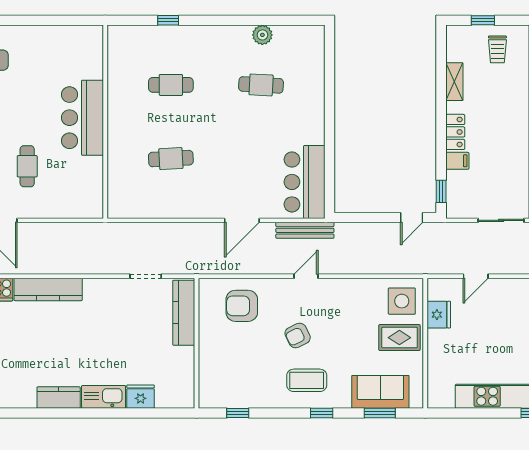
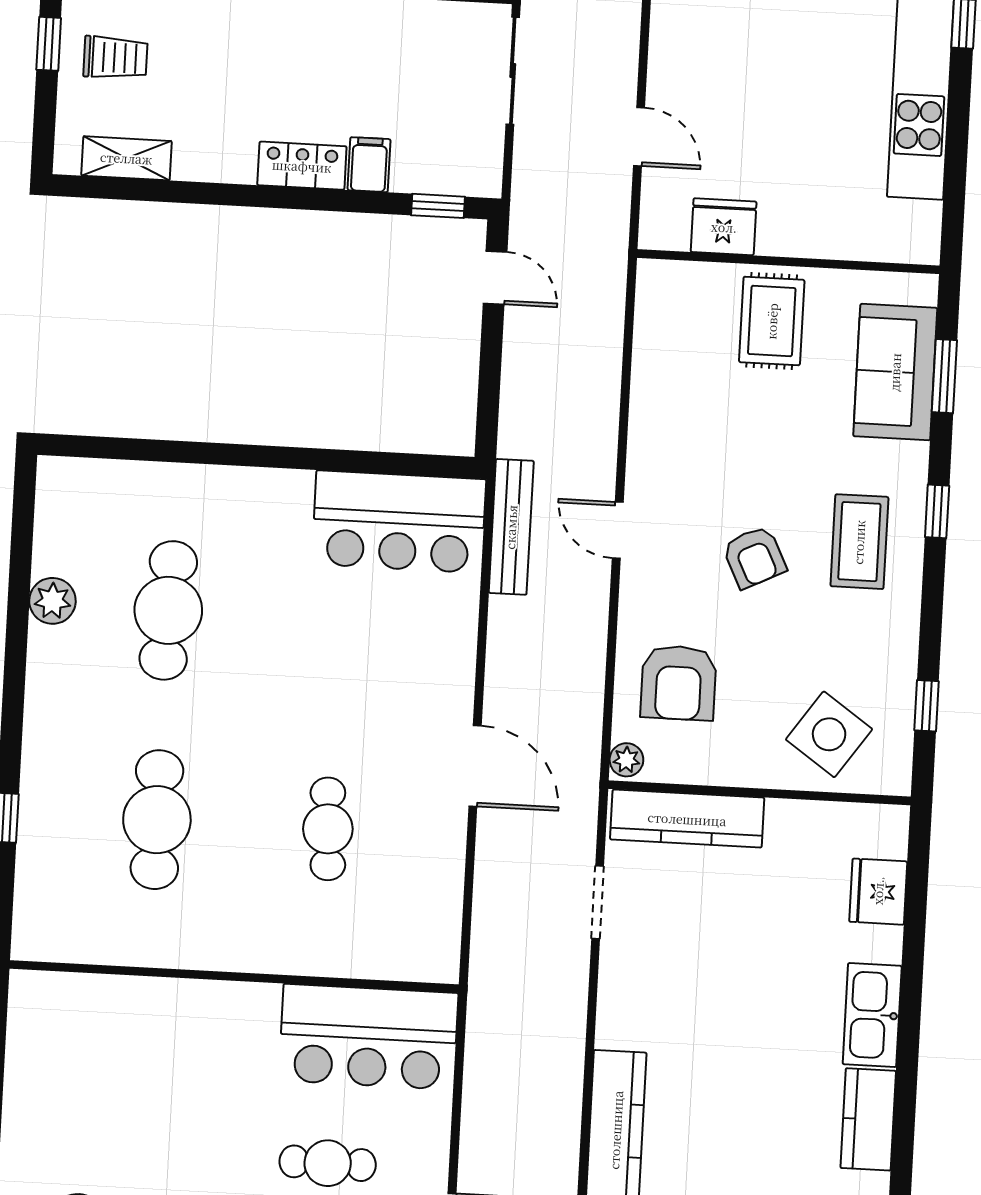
window: (483, 20) -> (49, 44), moved
shelving: (454, 82) -> (126, 158), moved
cafe table: (171, 85) -> (157, 820), width x1.37, depth x1.35
cafe table: (261, 85) -> (168, 610), width x1.37, depth x1.35
bar counter: (82, 118) -> (368, 1037), moved
door: (242, 220) -> (475, 766), moved
plant: (207, 285) -> (626, 760), added
side table: (402, 301) -> (829, 734), moved, turned 35
fridge: (141, 397) -> (878, 892), moved

